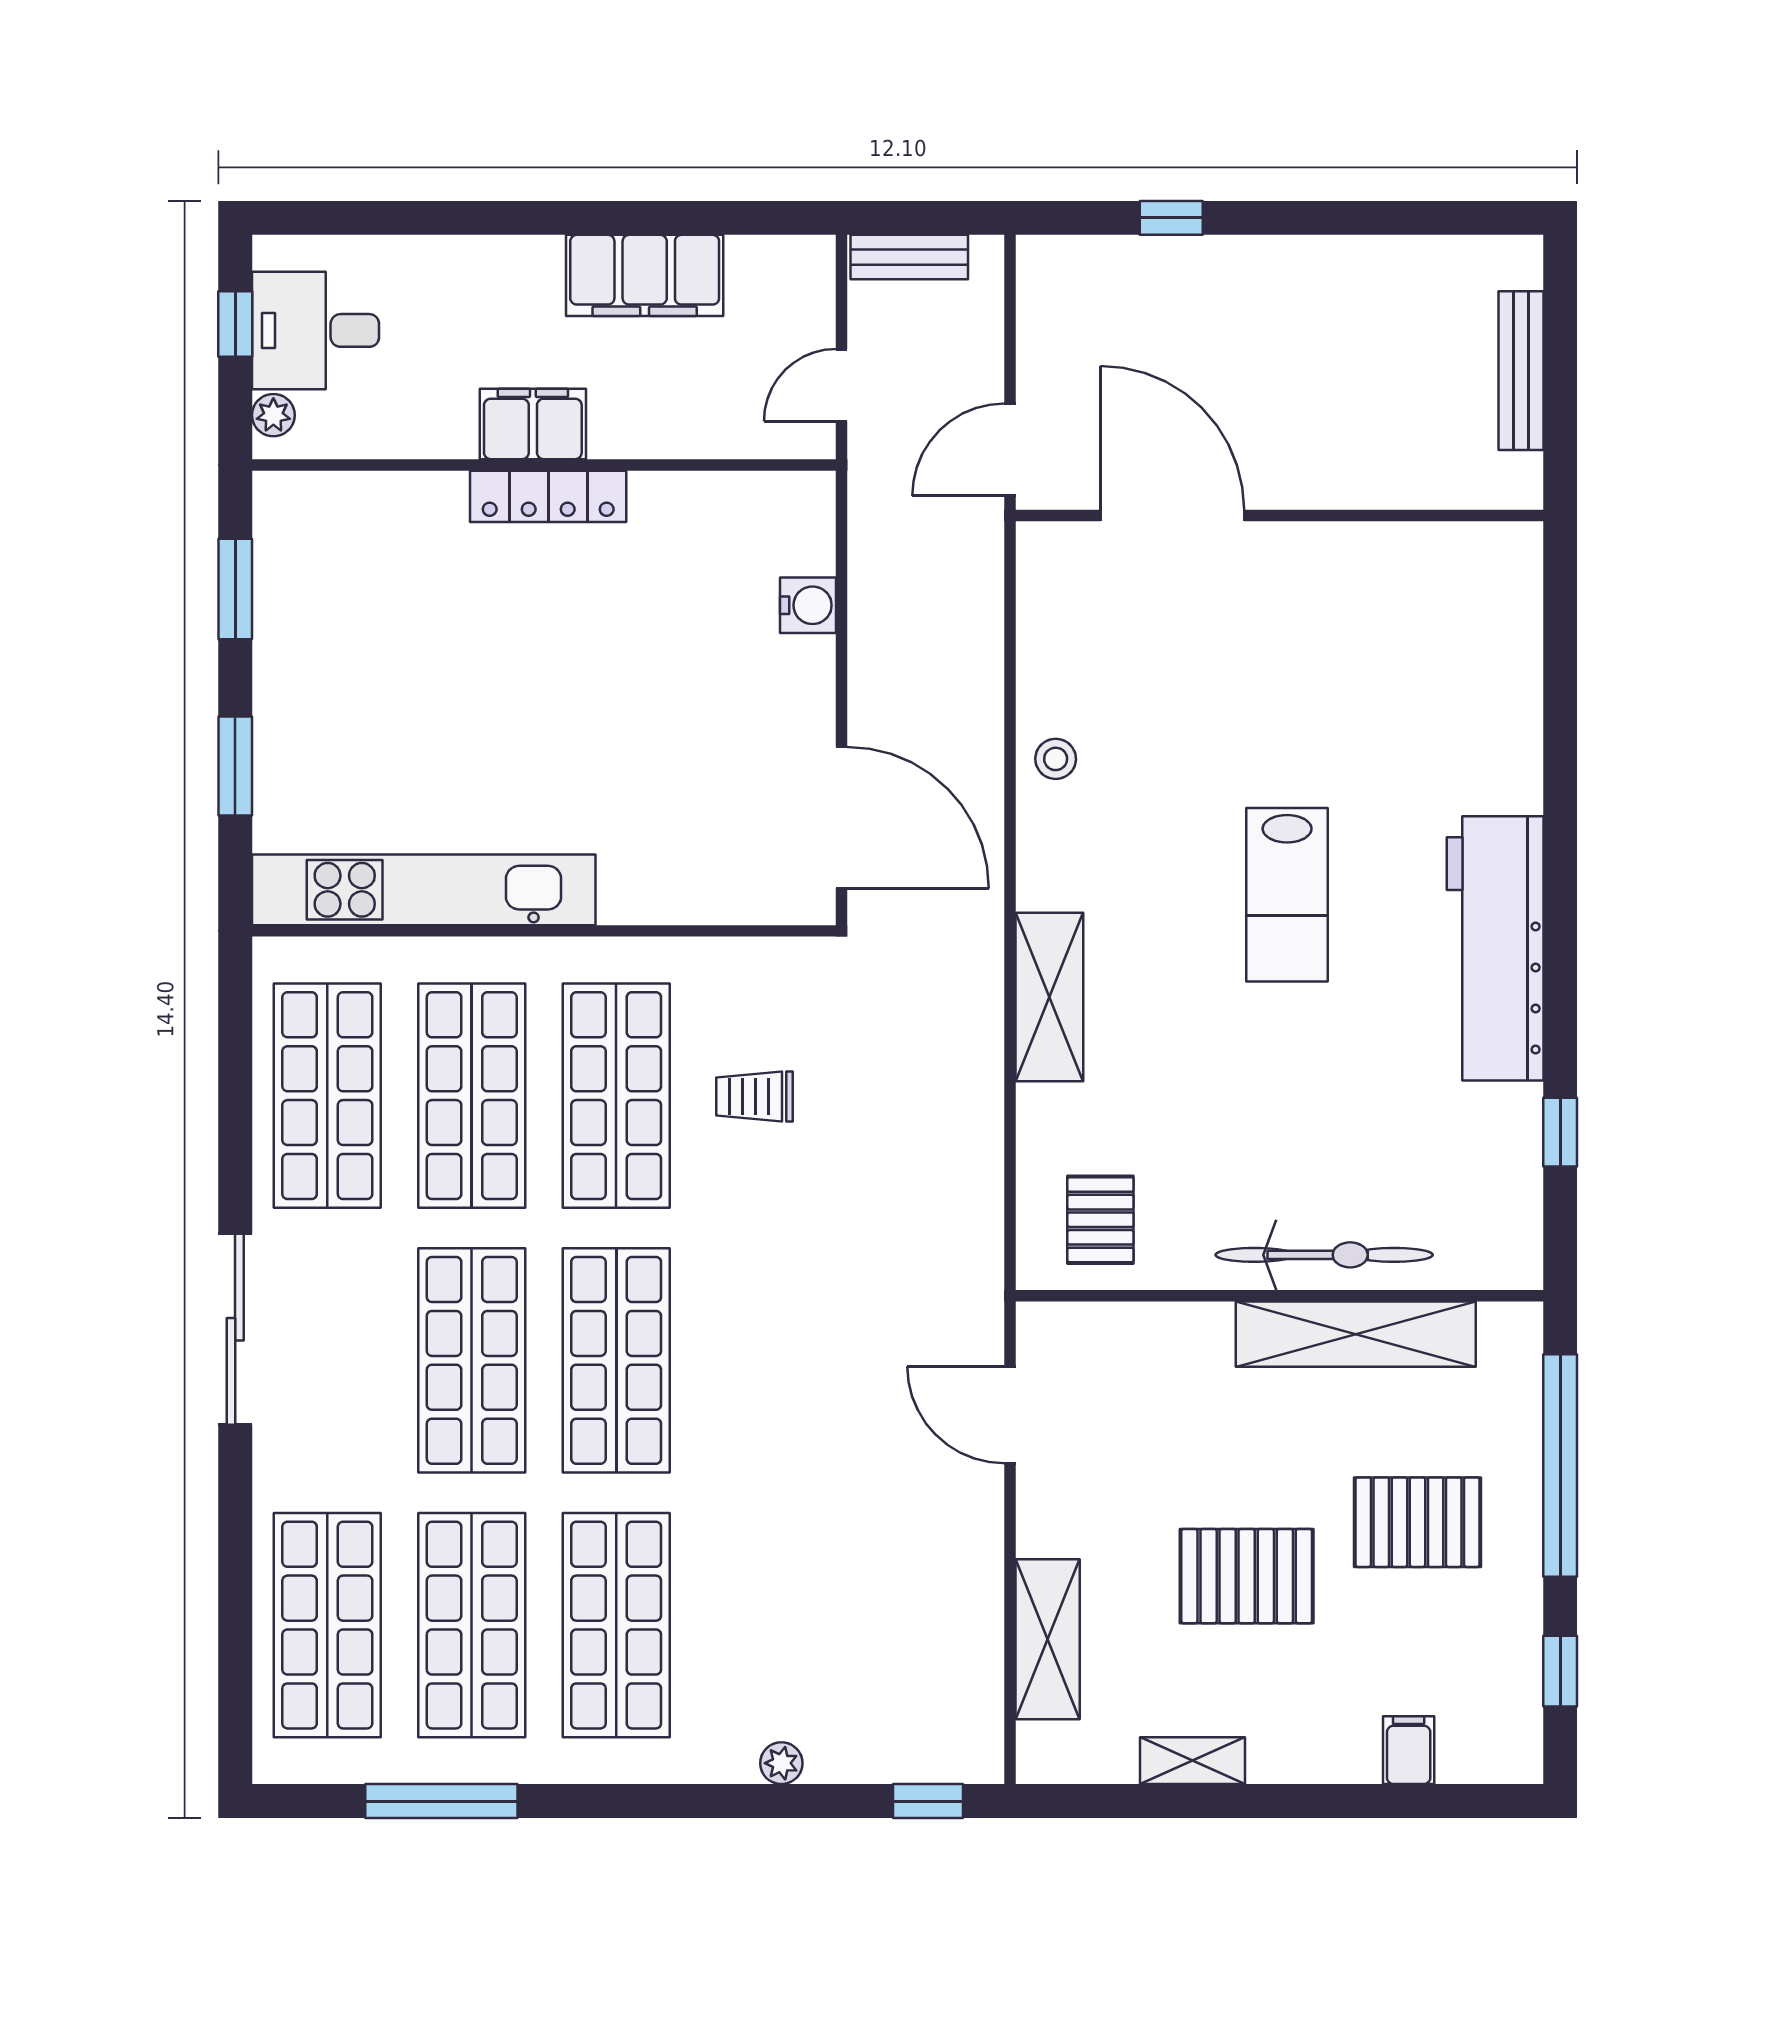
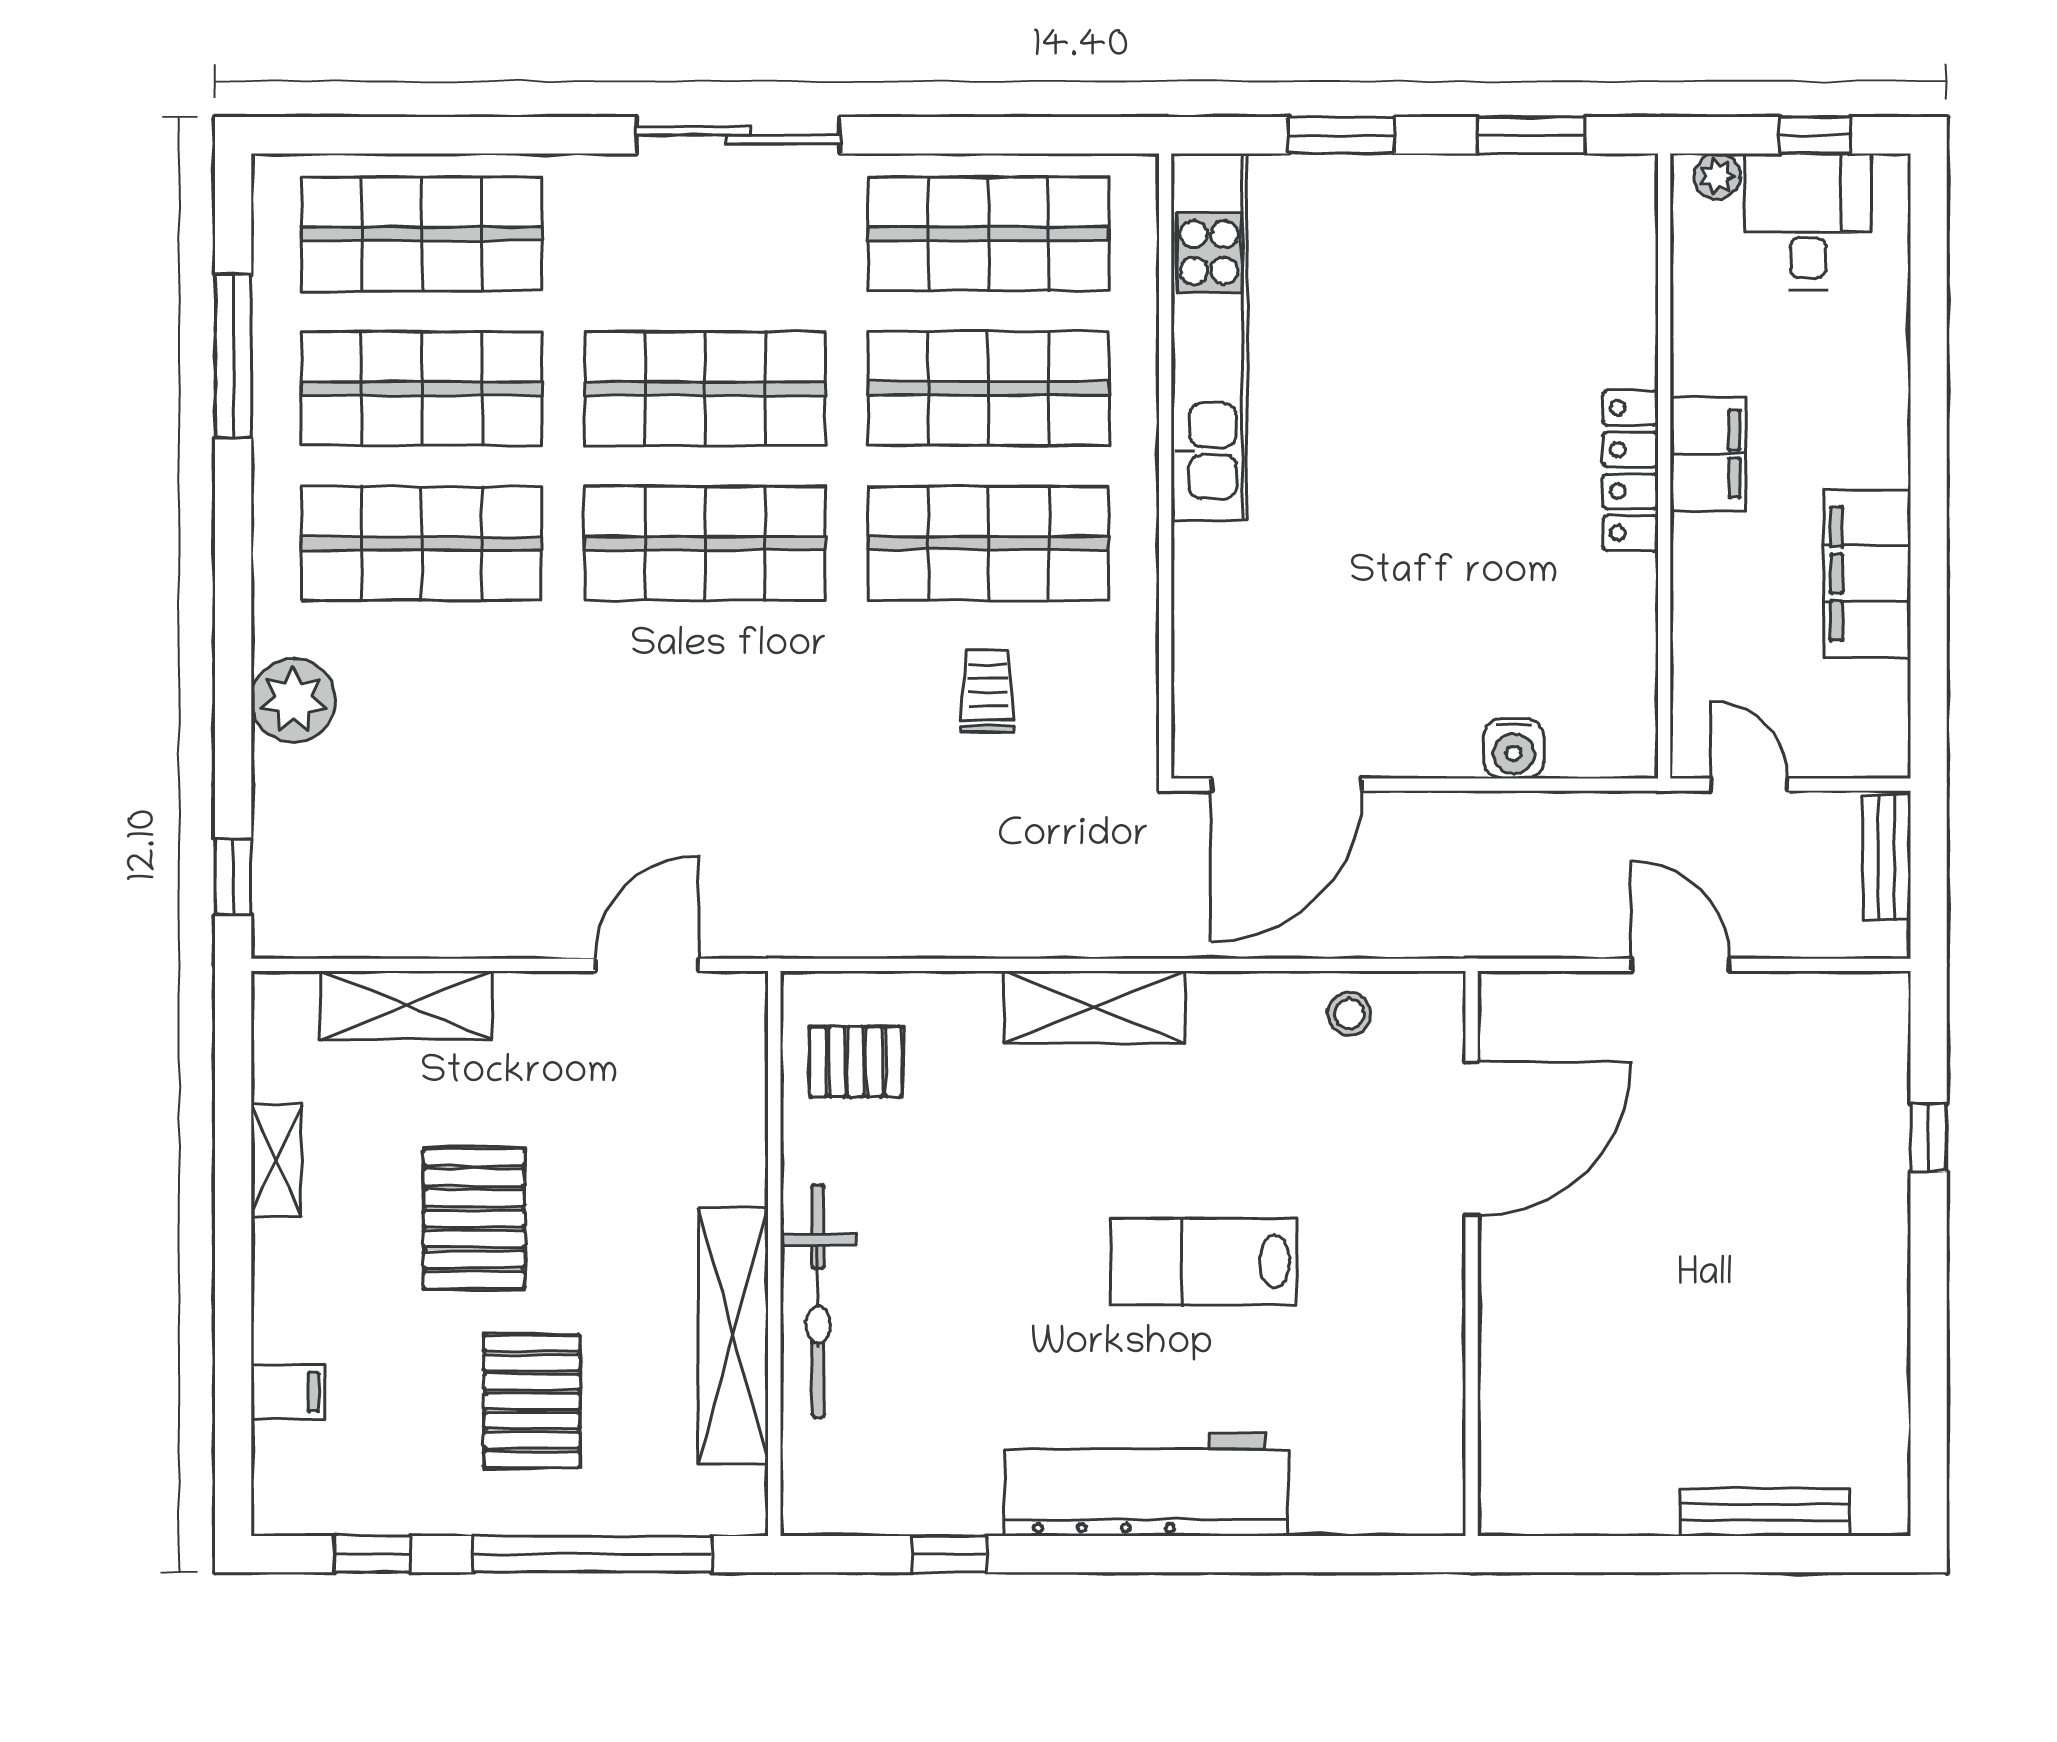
door: (1172, 515) -> (1472, 1139), moved
wall: (1279, 515) -> (1472, 1253), moved
plant: (781, 1763) -> (293, 700), width x1.88, depth x1.88

